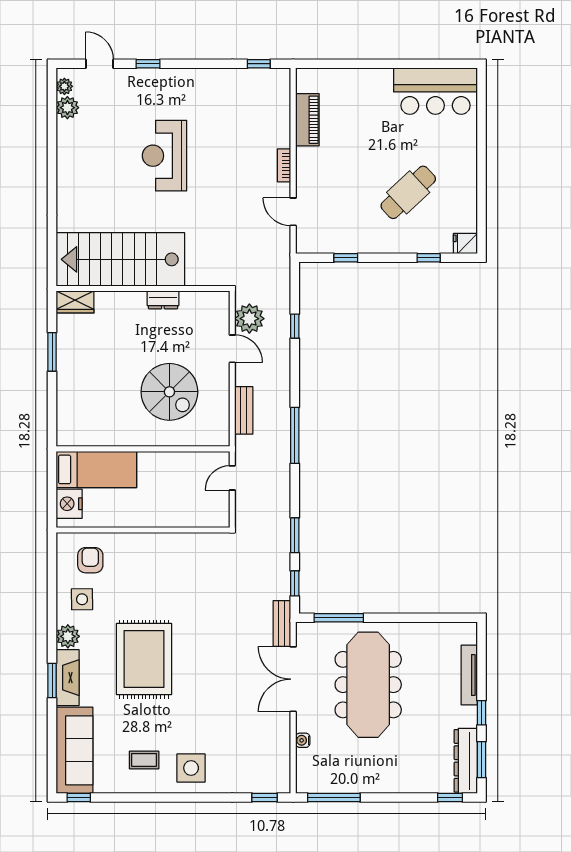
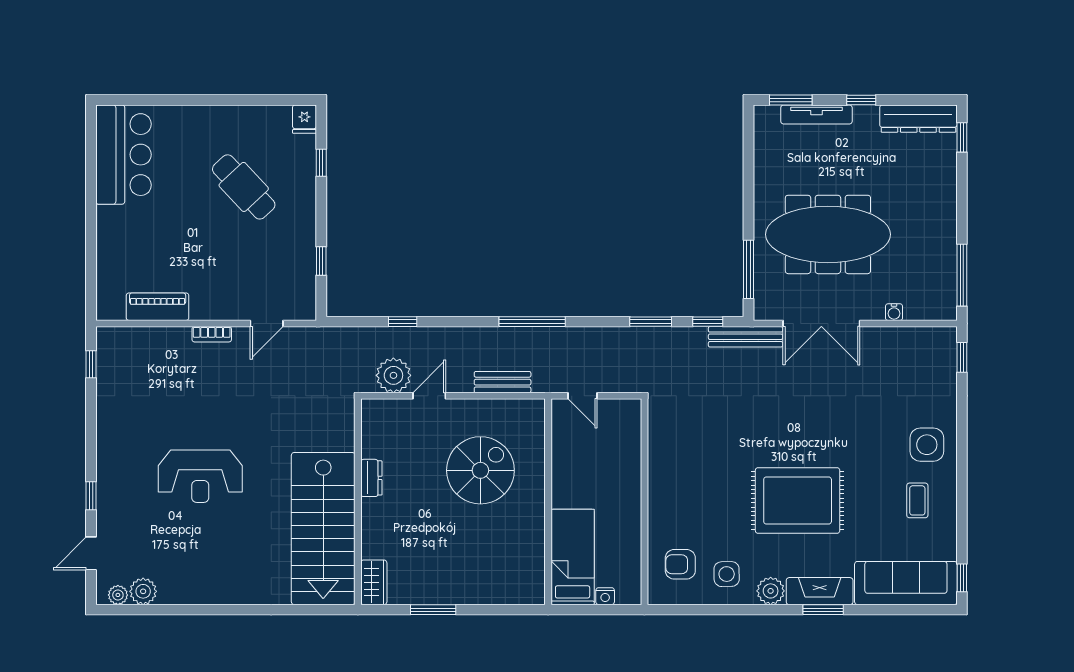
nightstand: (69, 504) -> (605, 596), width x0.53, depth x0.56
bench: (282, 624) -> (746, 337), width x1.36
window: (481, 760) -> (791, 100), moved

